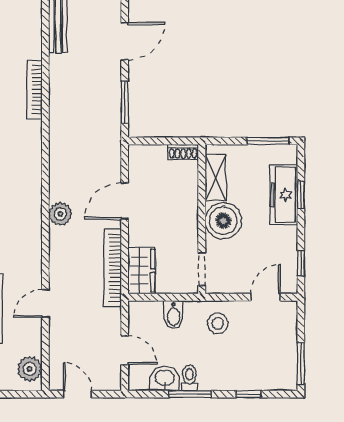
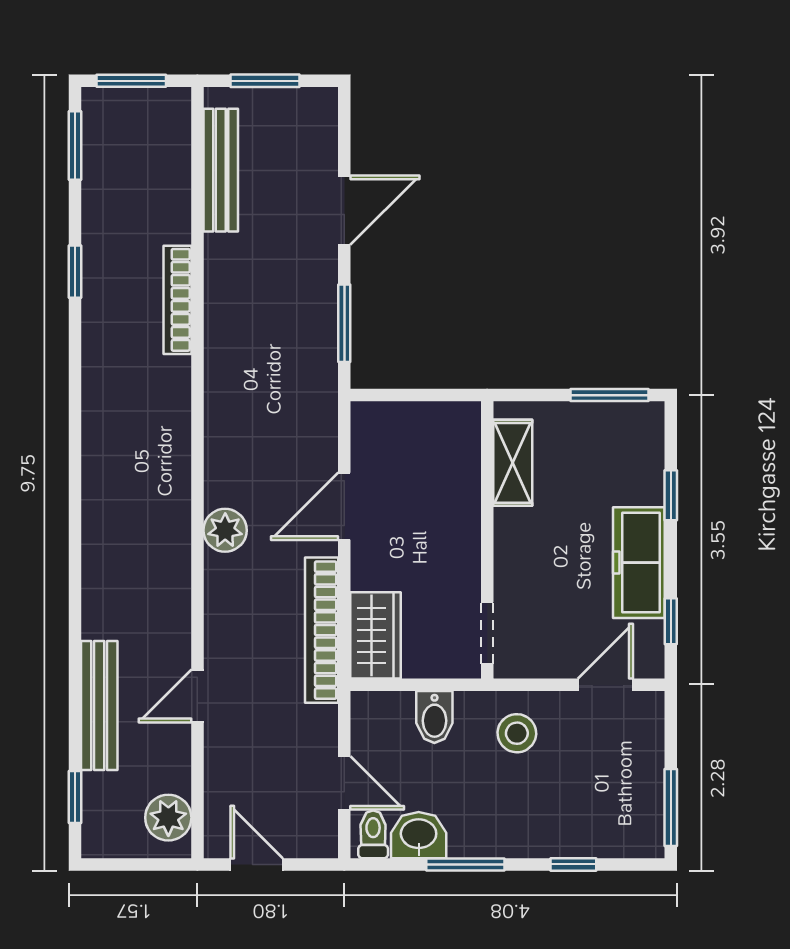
shoe rack: (183, 152) -> (453, 415), removed
freezer: (284, 195) -> (639, 563), moved
boiler: (223, 221) -> (527, 543), removed
toilet: (189, 378) -> (373, 834), moved

